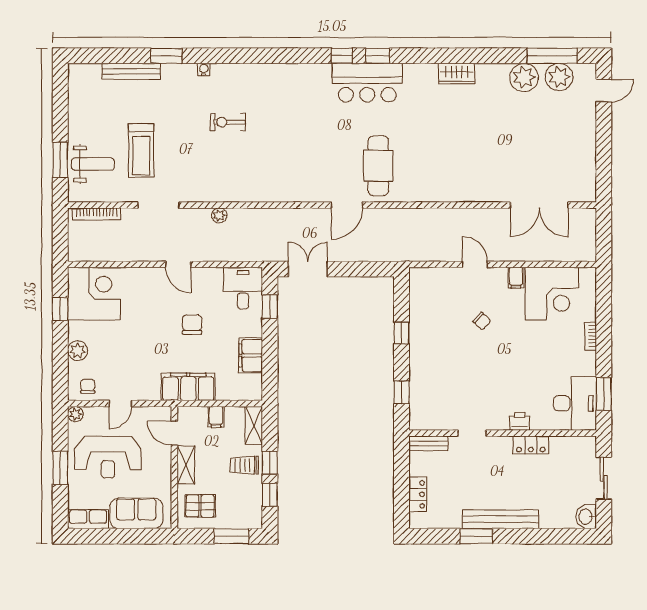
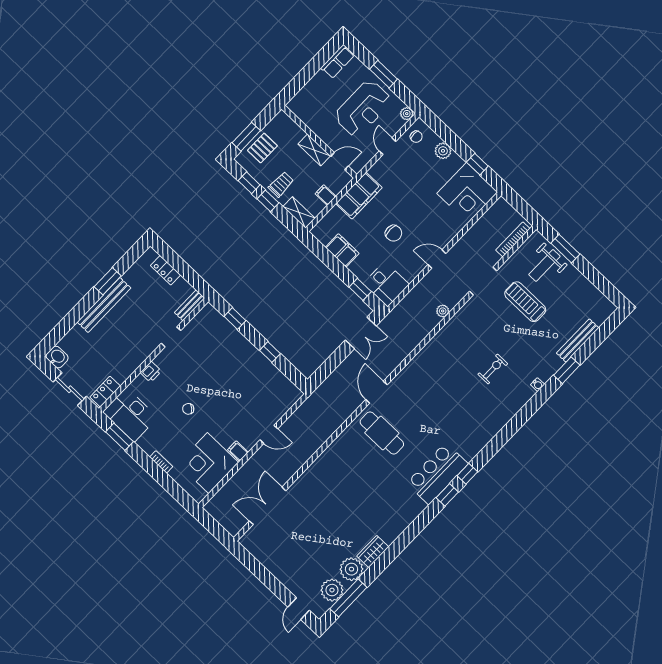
wardrobe: (457, 74) -> (373, 552), moved
chair: (482, 321) -> (188, 409), moved
locker: (531, 445) -> (105, 392), moved
reception desk: (108, 457) -> (363, 108), turned 180
pallet: (200, 506) -> (262, 148), moved
sofa: (136, 513) -> (314, 93), removed

